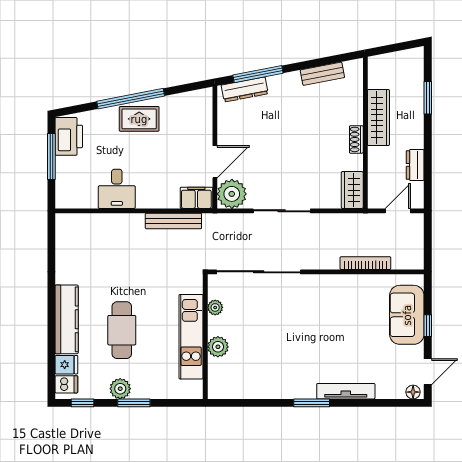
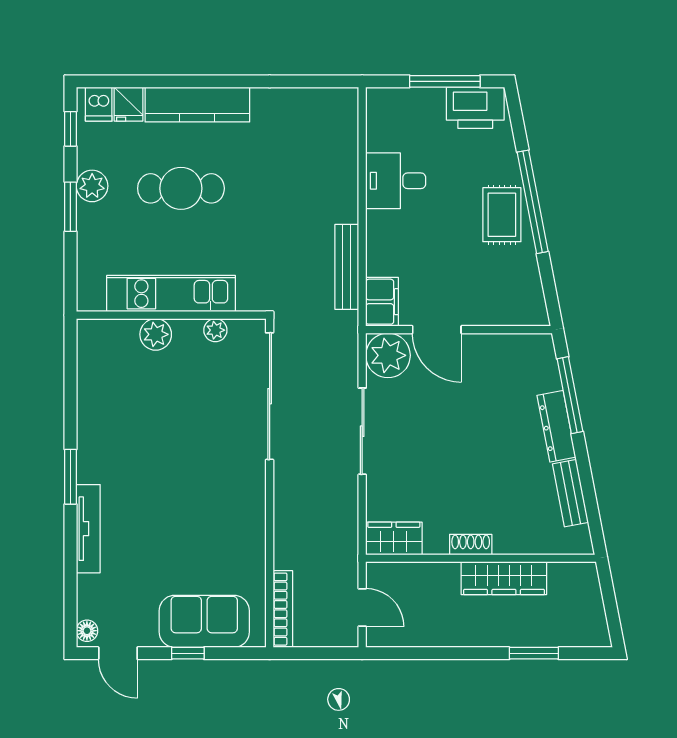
dresser: (245, 89) -> (556, 426), moved
dresser: (415, 165) -> (432, 634), removed
bookcase: (365, 263) -> (283, 609), moved

